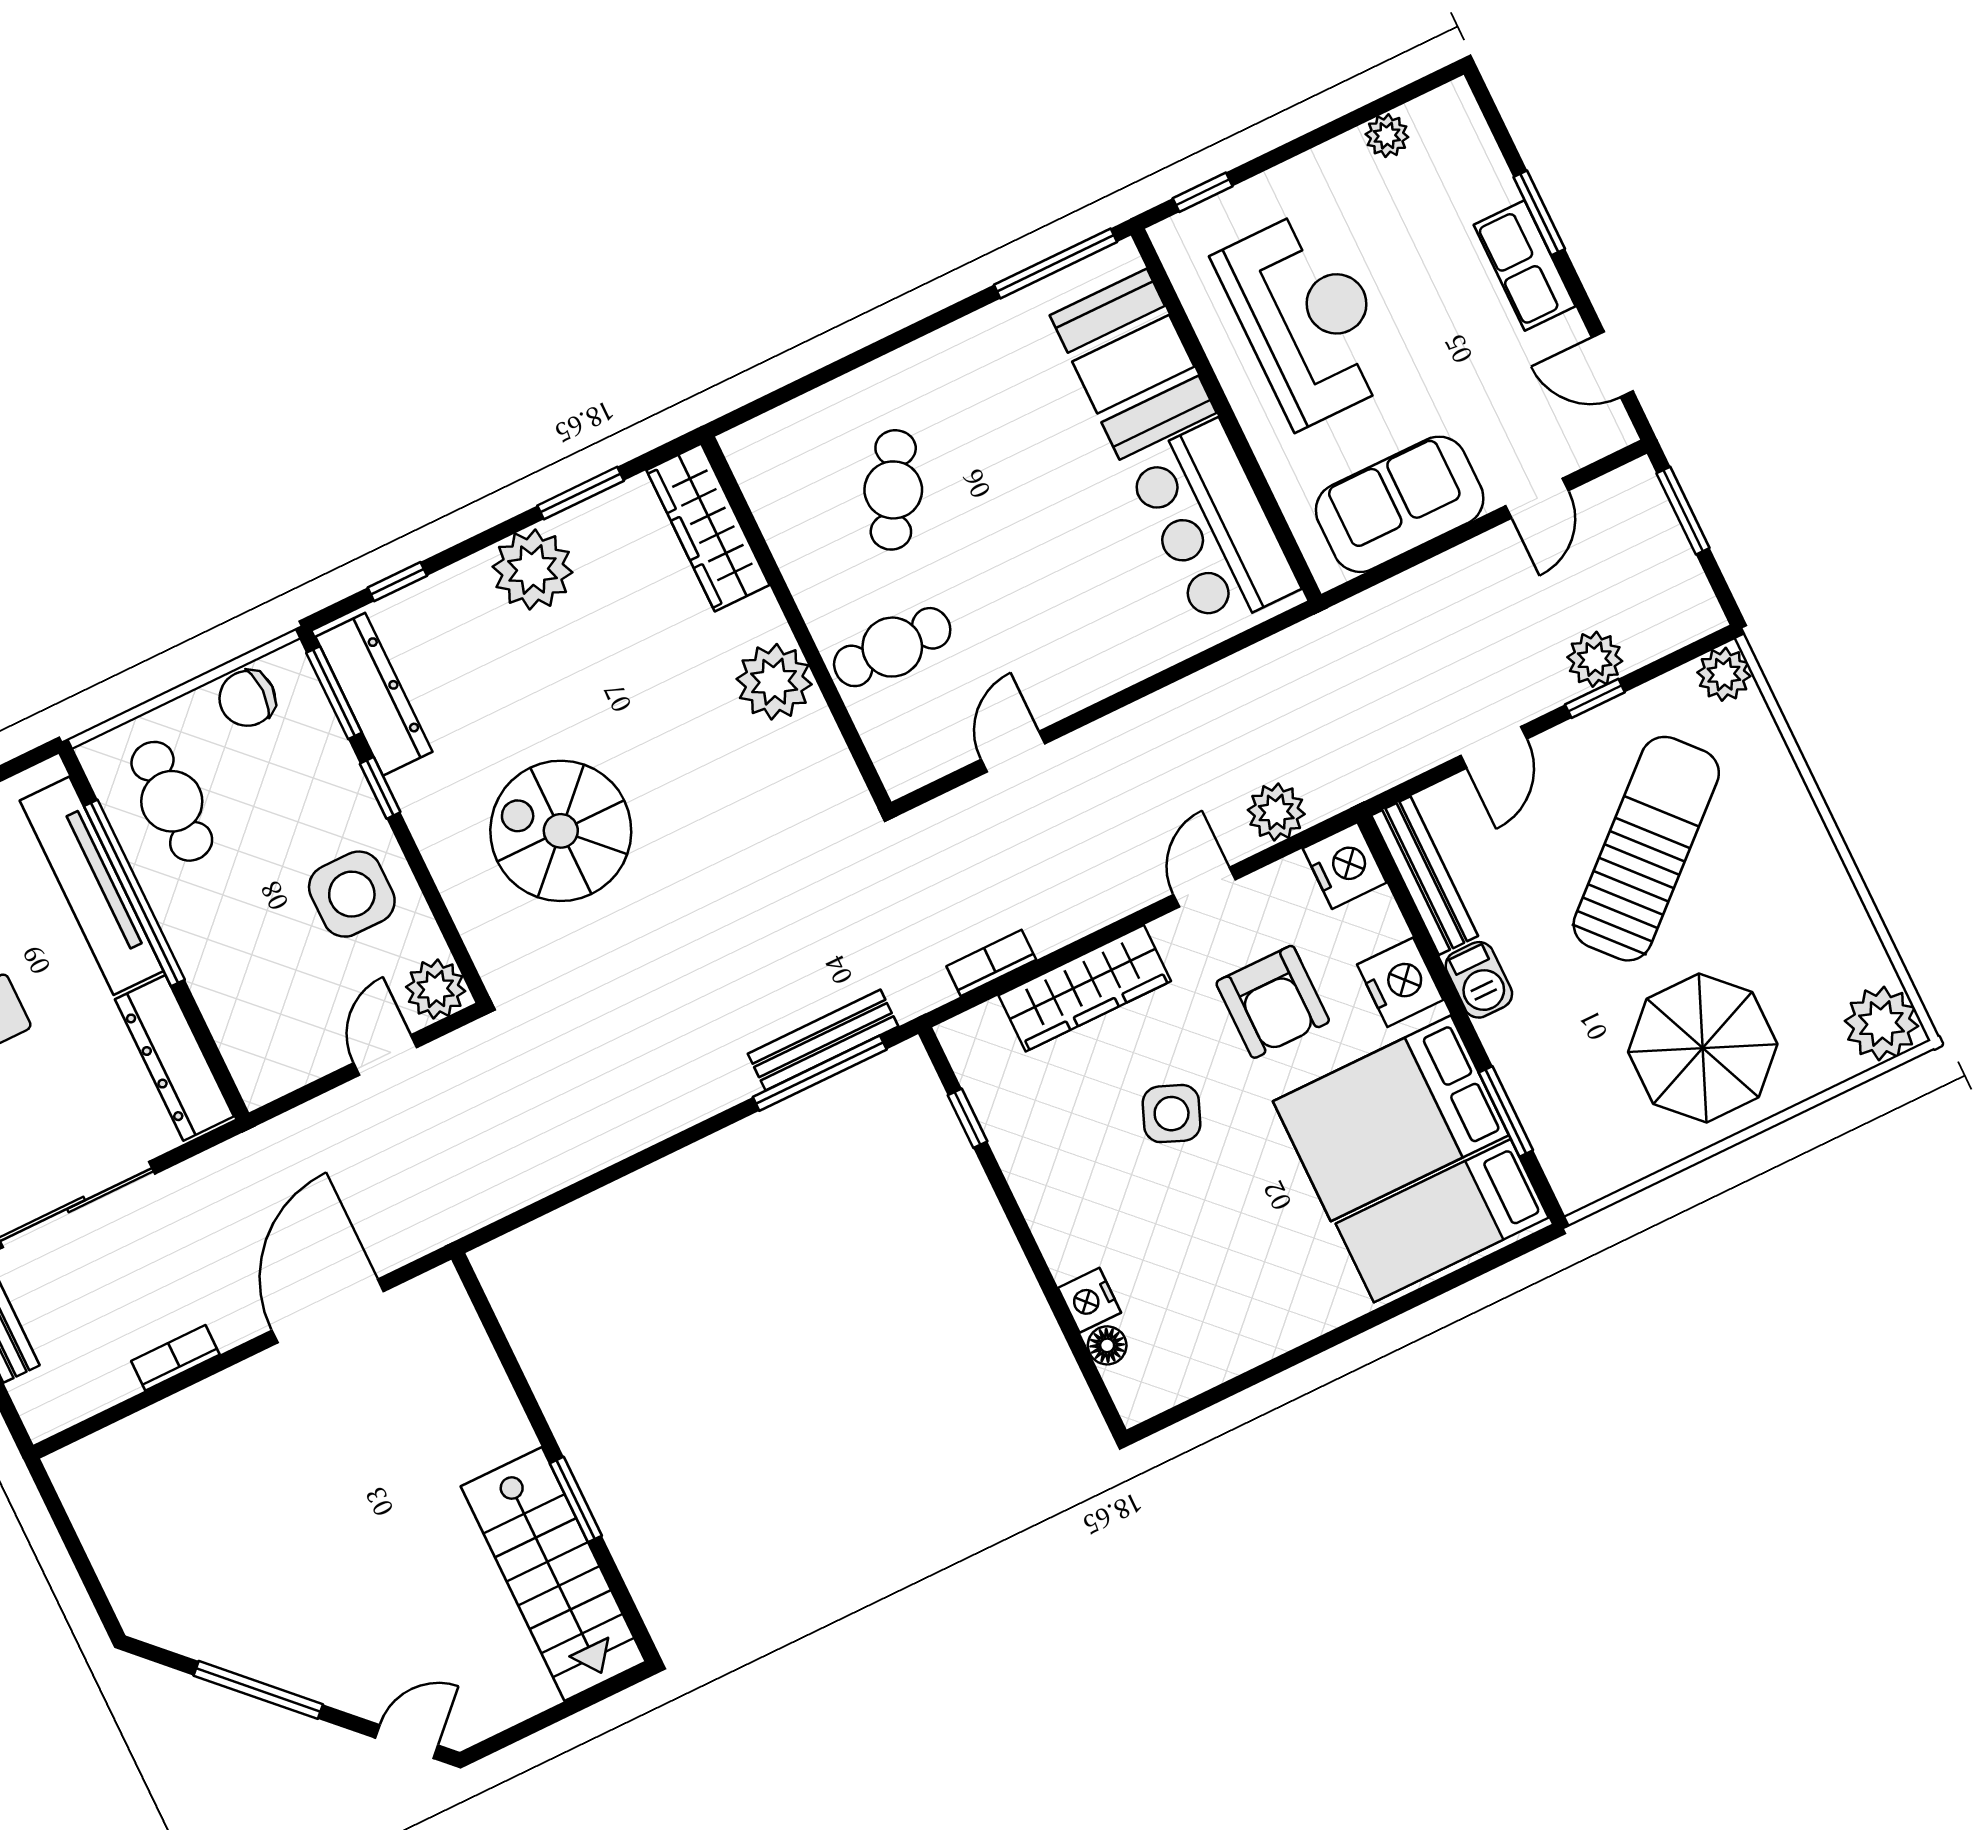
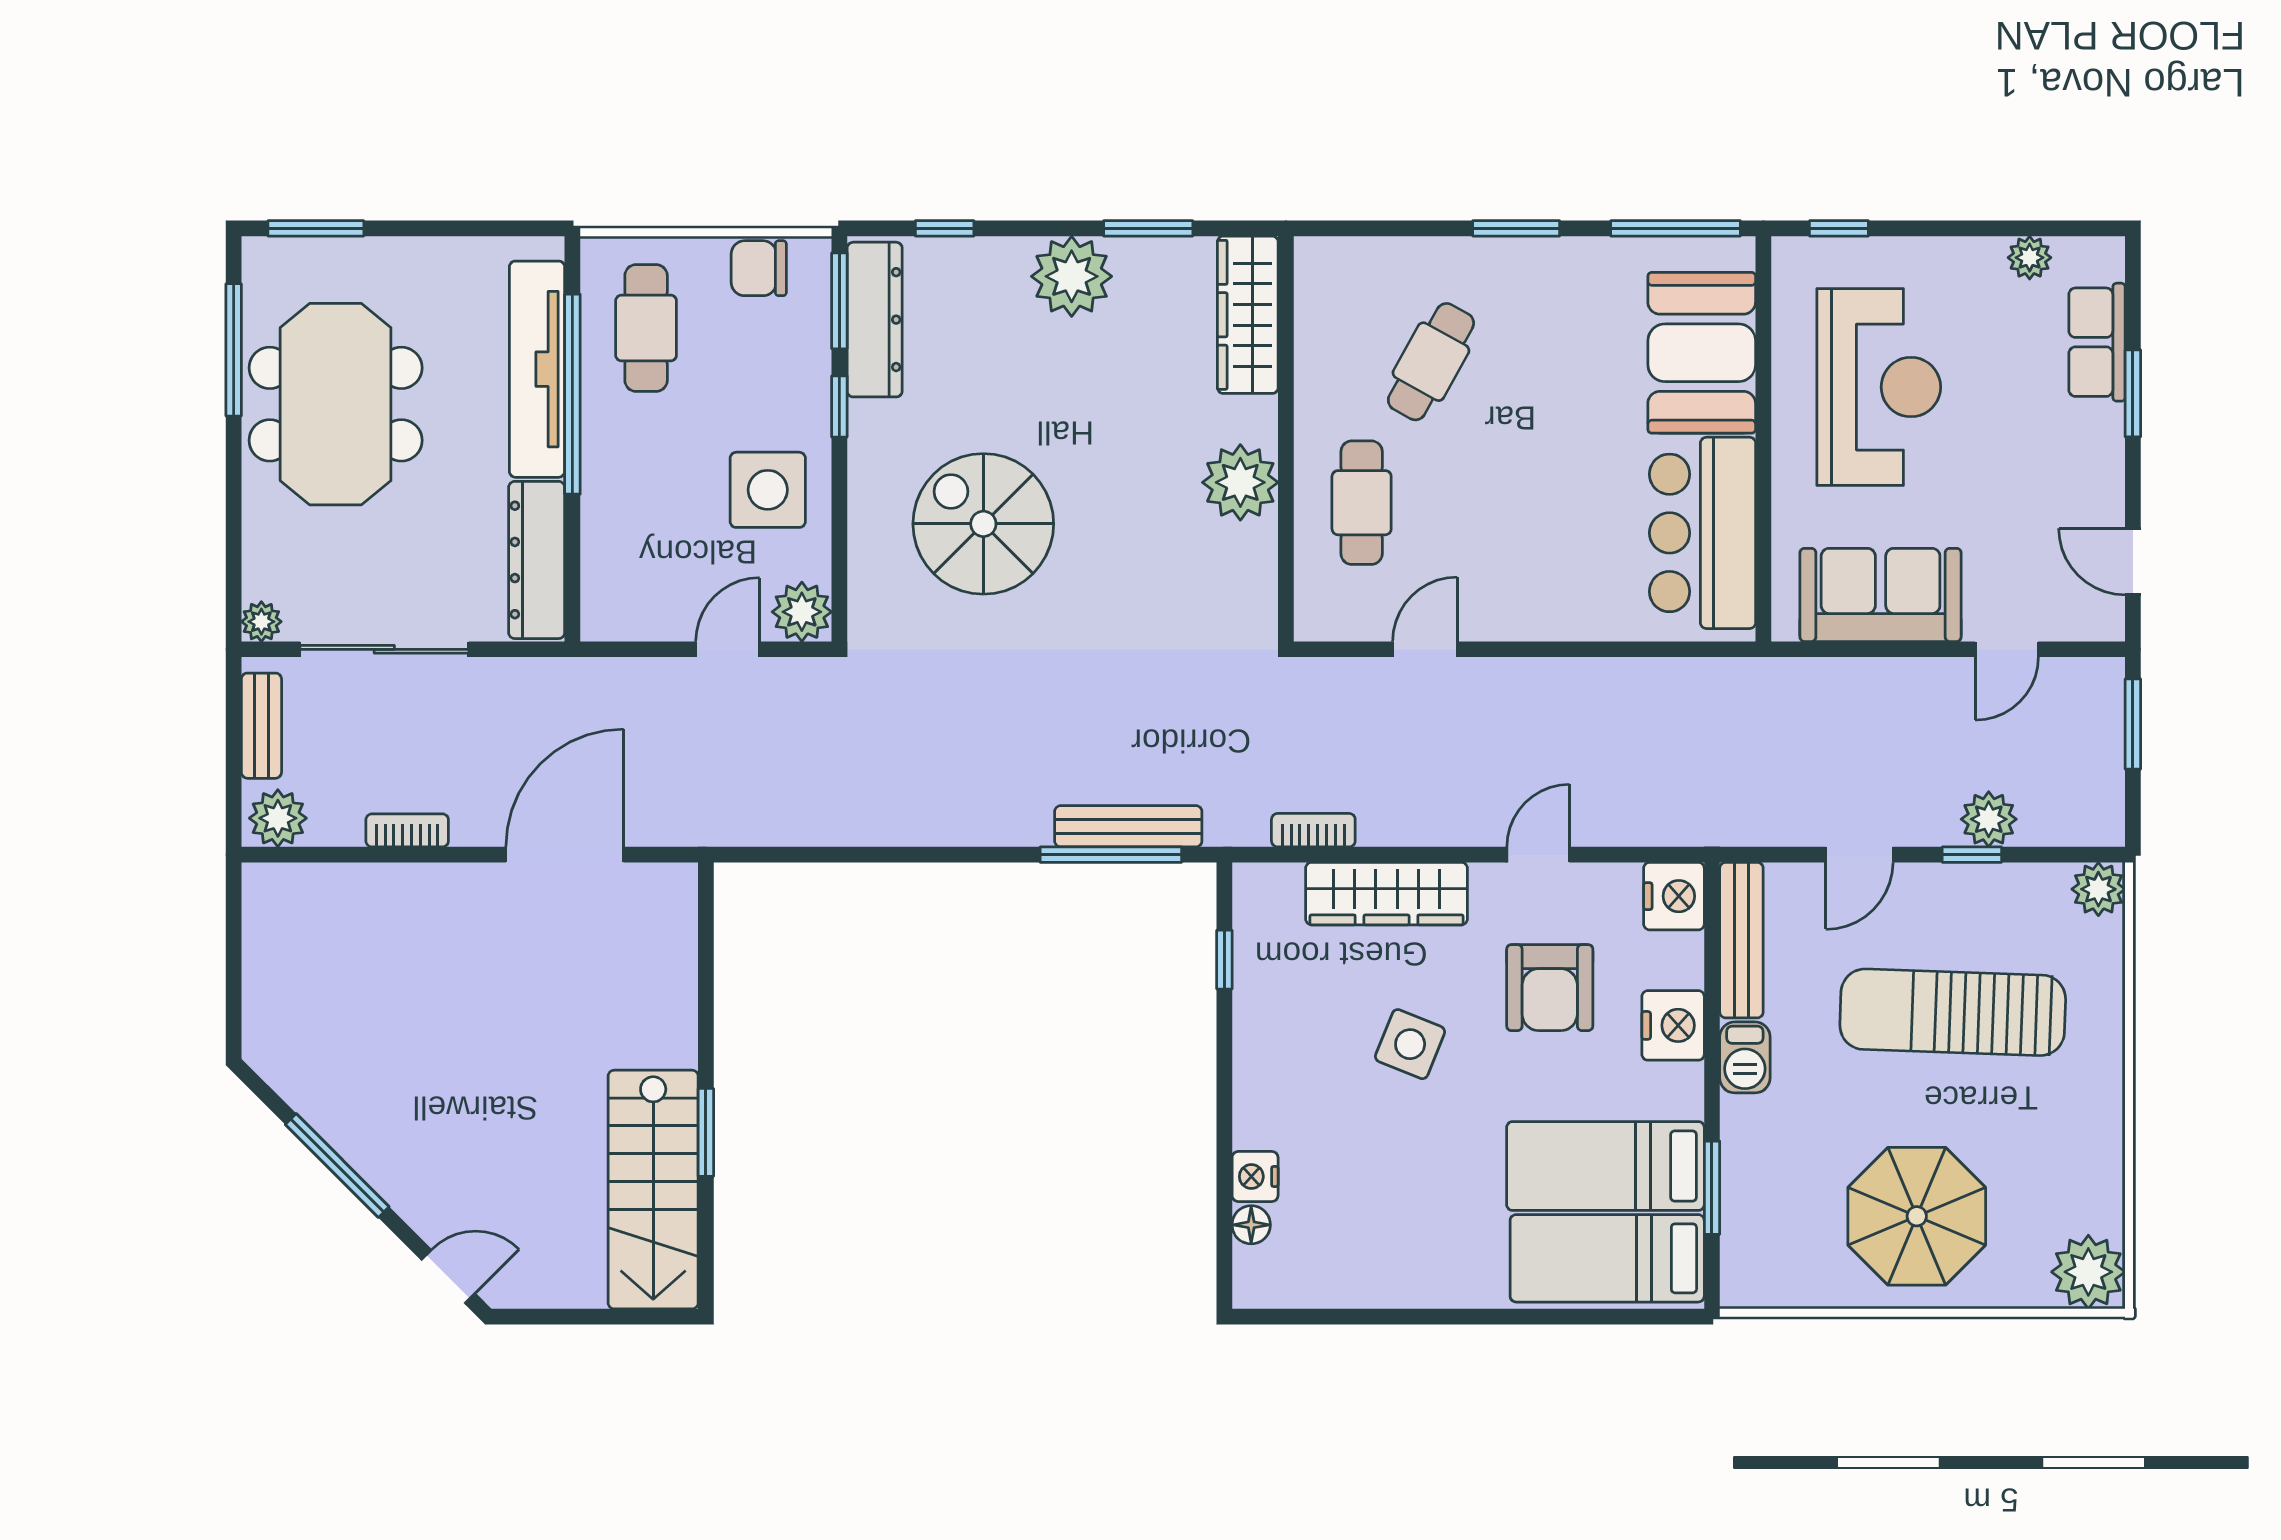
row of seats: (1525, 265) -> (2097, 342), moved
window: (912, 333) -> (1516, 228), added
cafe table: (892, 647) -> (1362, 503), turned 90
plant: (1276, 812) -> (278, 818), moved
sun lounger: (1646, 849) -> (1953, 1012), turned -136
bed: (1391, 1118) -> (1605, 1166), width x0.67

